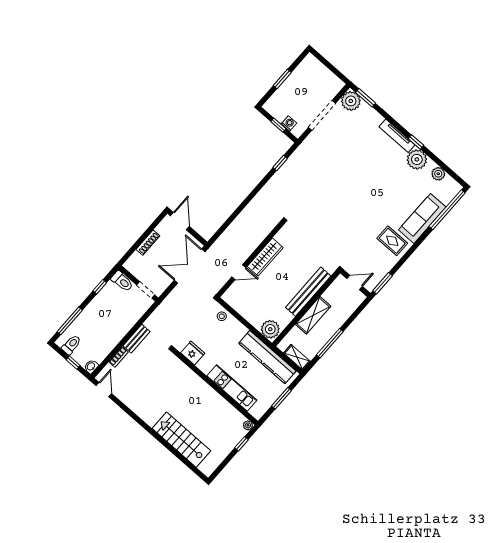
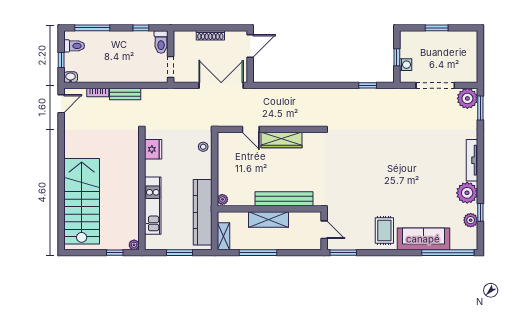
window: (416, 142) -> (480, 212), moved
plant: (270, 329) -> (222, 199), width x0.53, depth x0.53
stairs: (181, 440) -> (82, 201), width x1.36, depth x1.51

